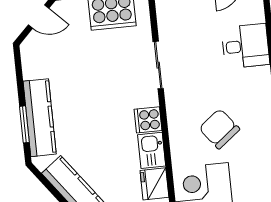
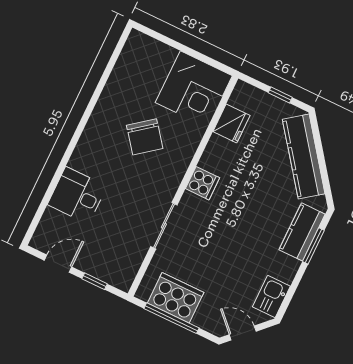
kitchen counter: (40, 118) -> (302, 232), width x0.67
kitchen sink: (152, 150) -> (271, 296), moved, turned 180

